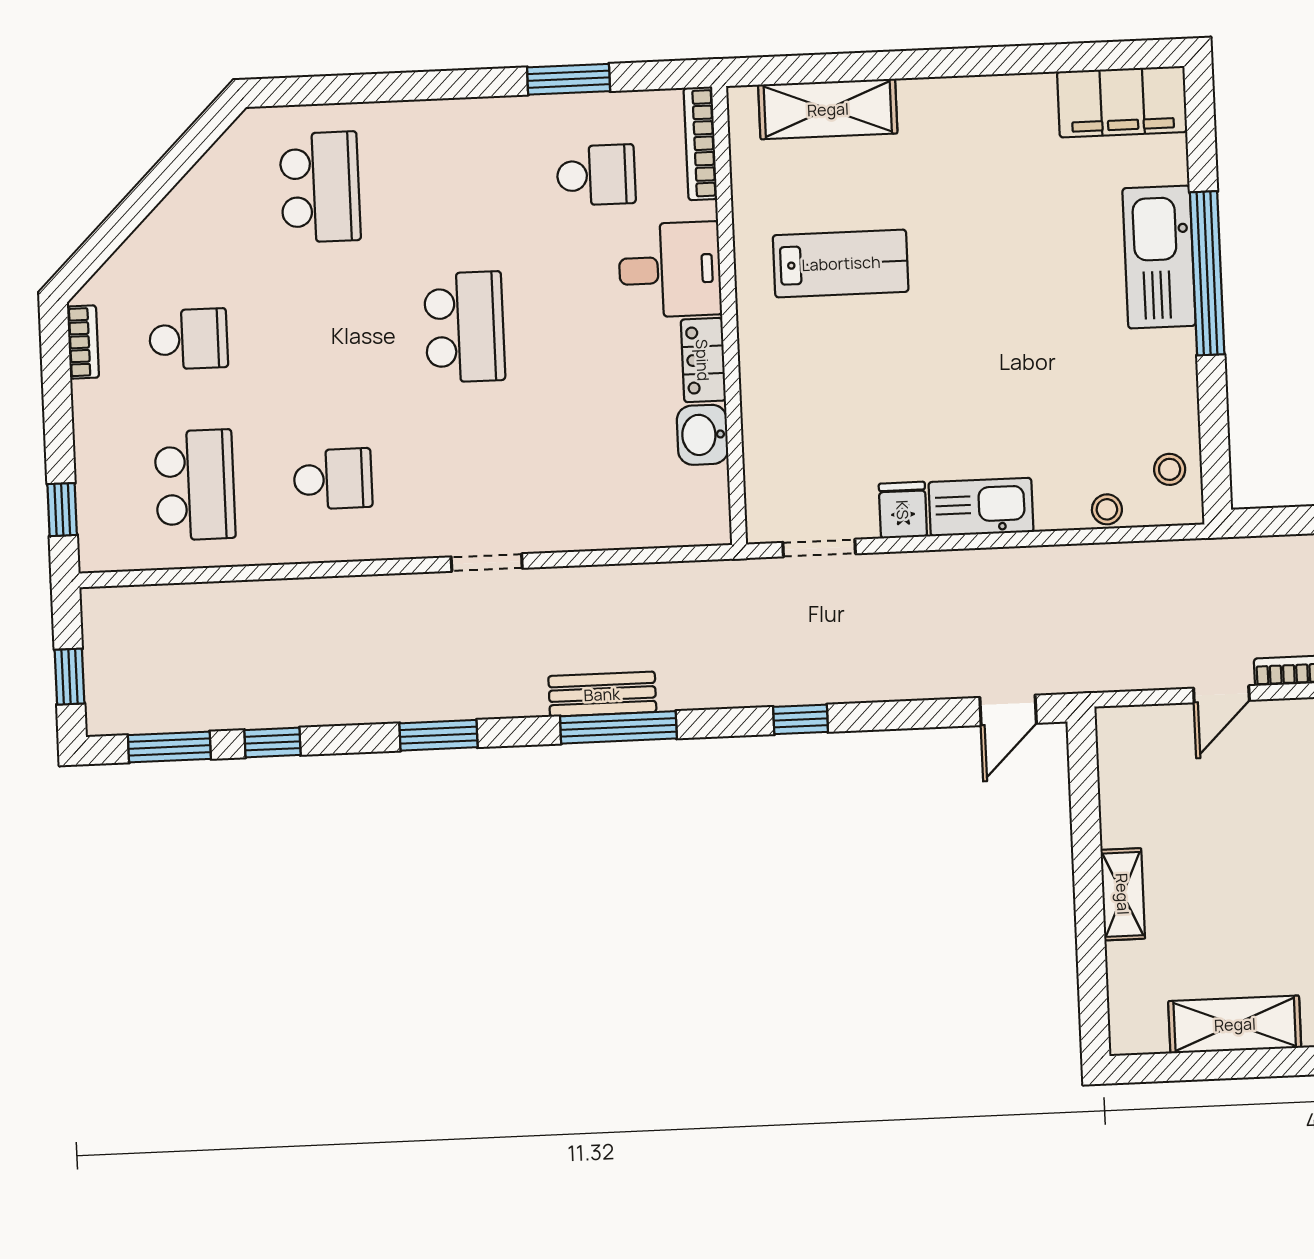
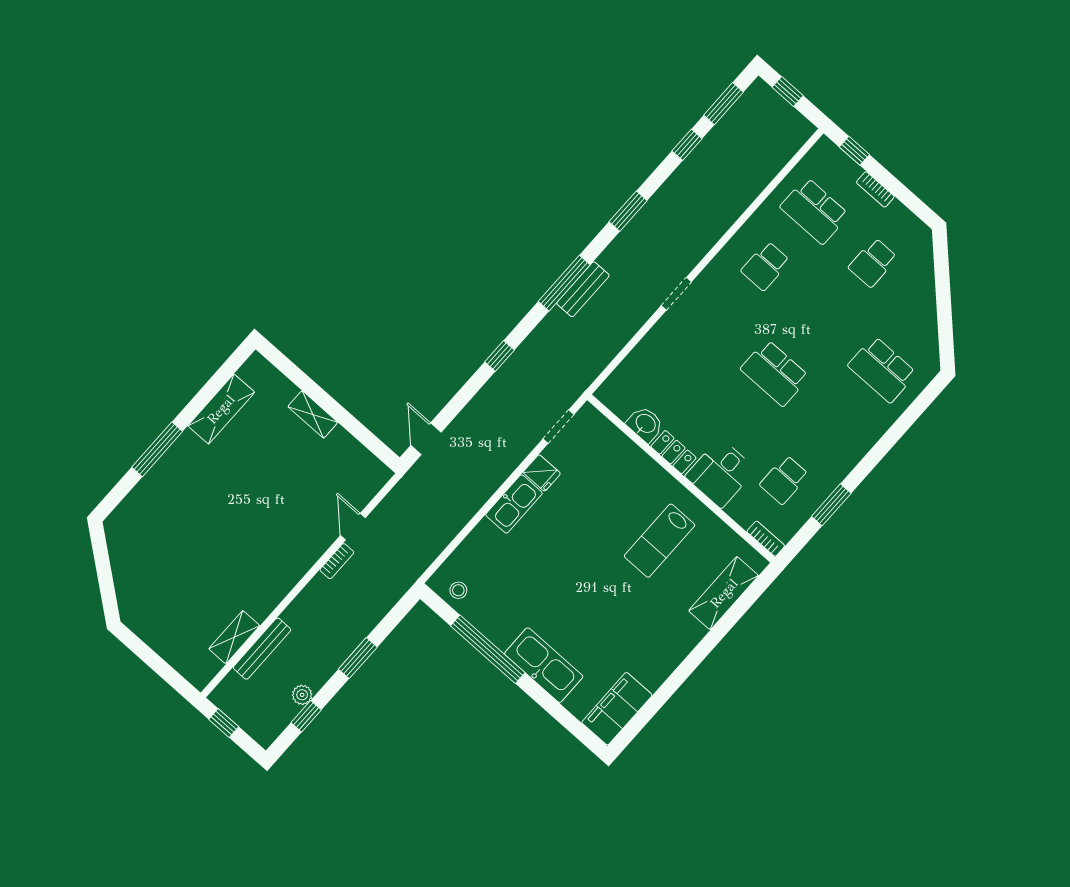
bookcase: (700, 143) -> (766, 539), width x0.64
window: (1207, 273) -> (488, 649), moved
bookcase: (83, 342) -> (875, 189), moved
stool: (1107, 509) -> (466, 551), removed

